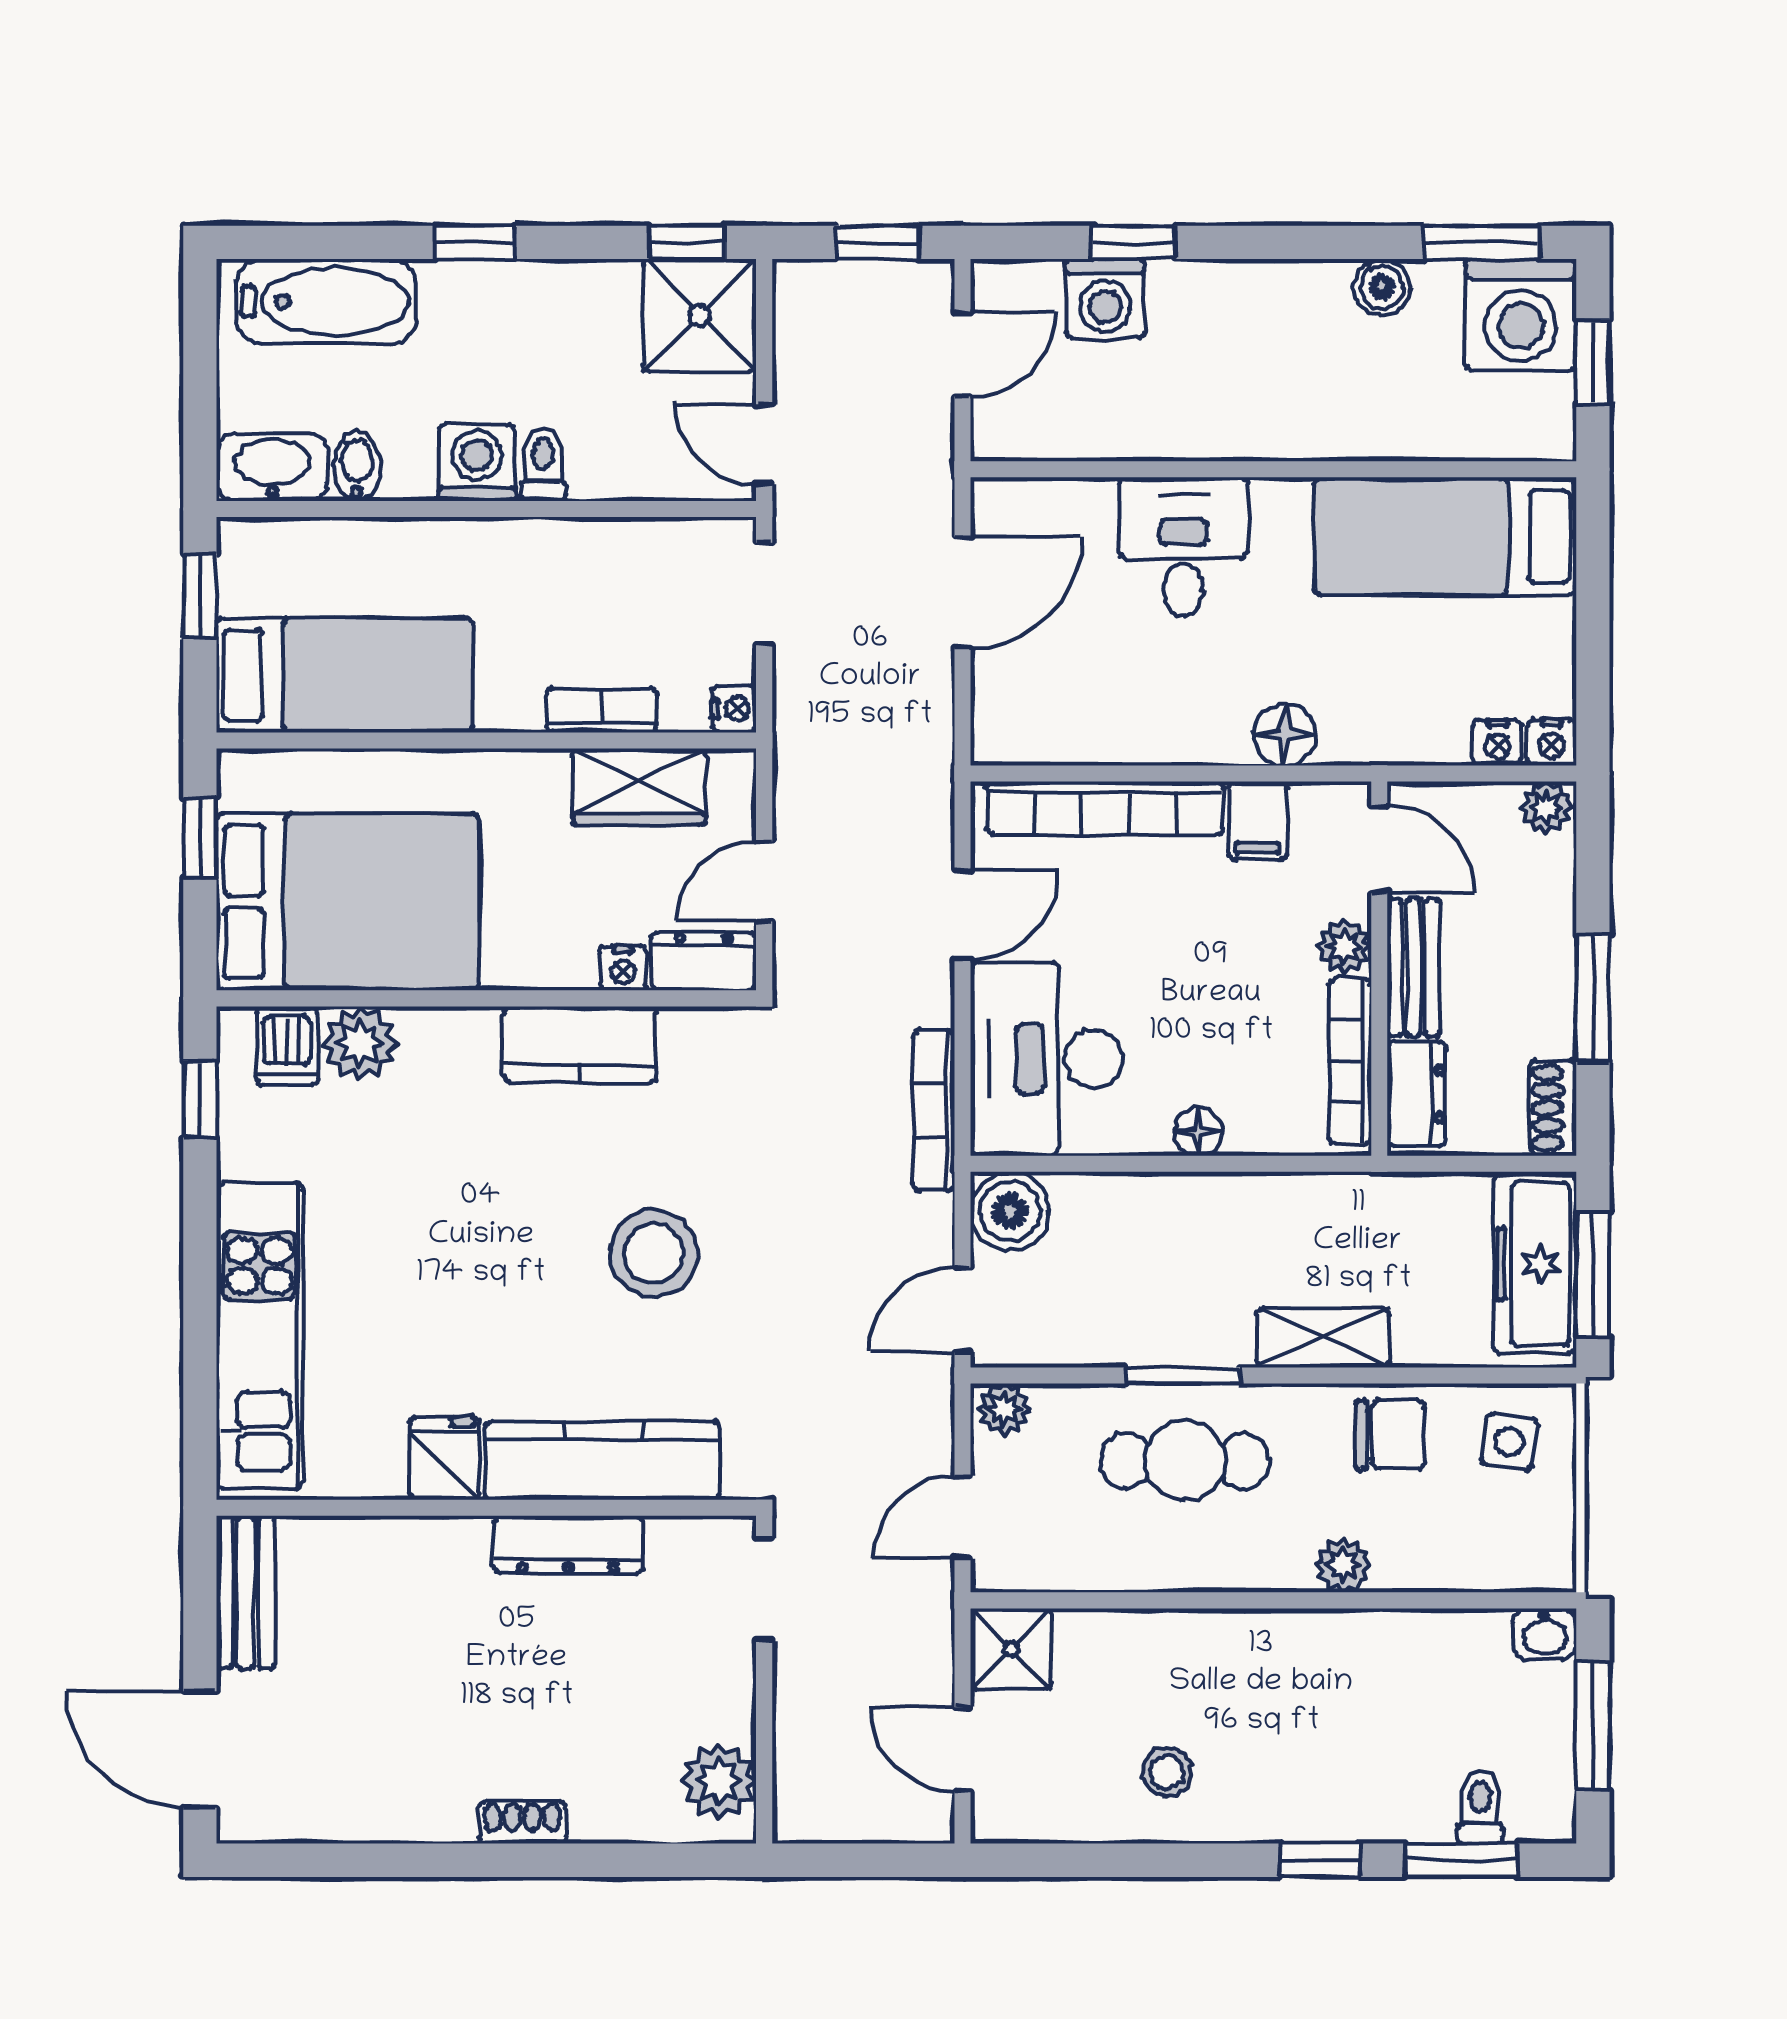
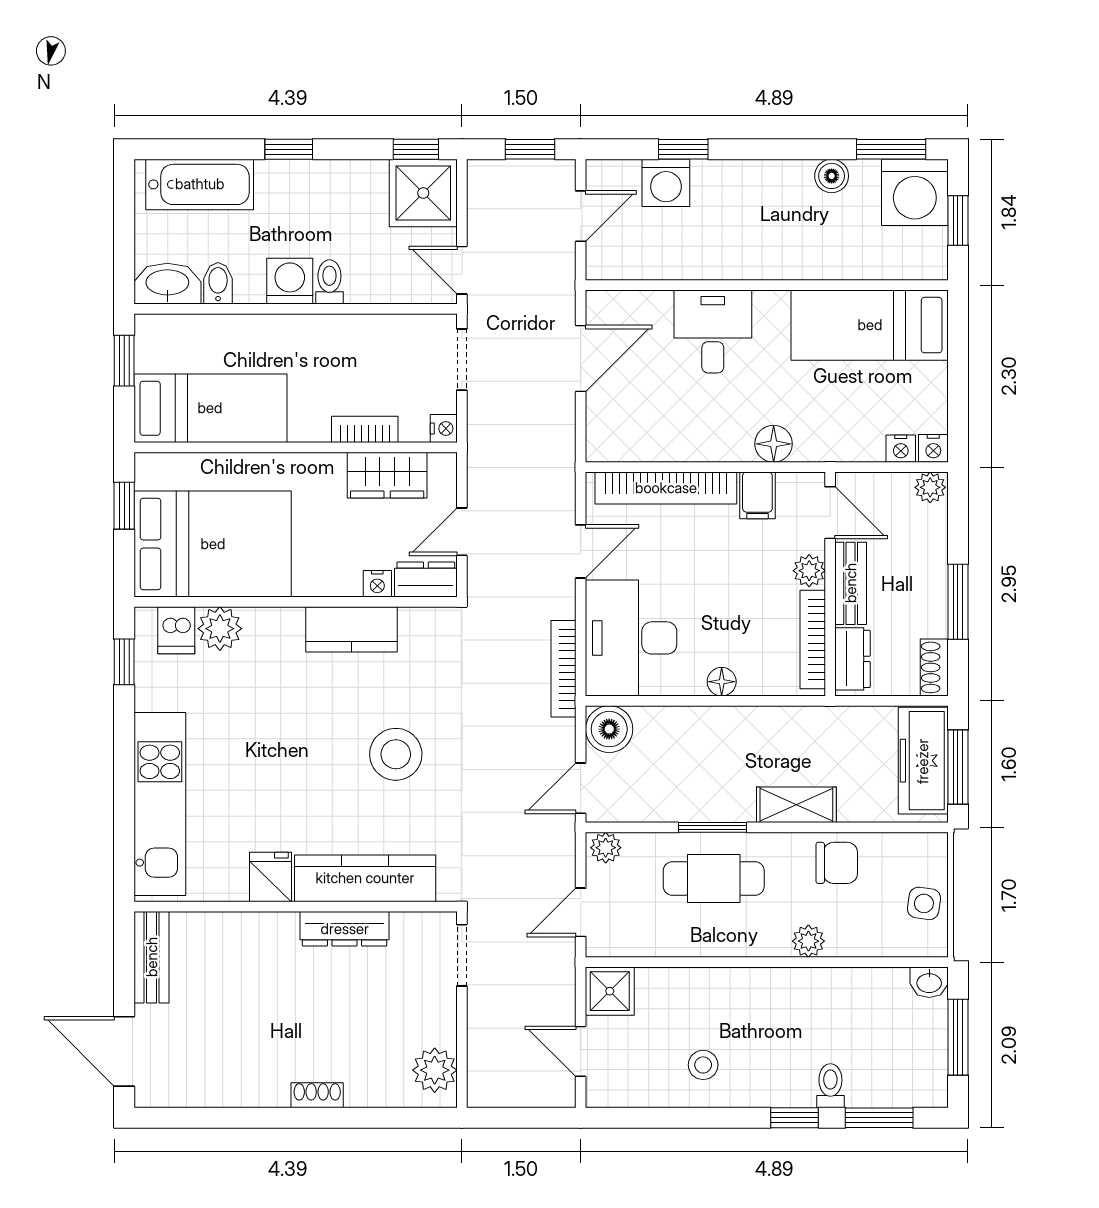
side table: (1509, 1441) -> (924, 903), moved
toilet: (1480, 1807) -> (830, 1086), moved

